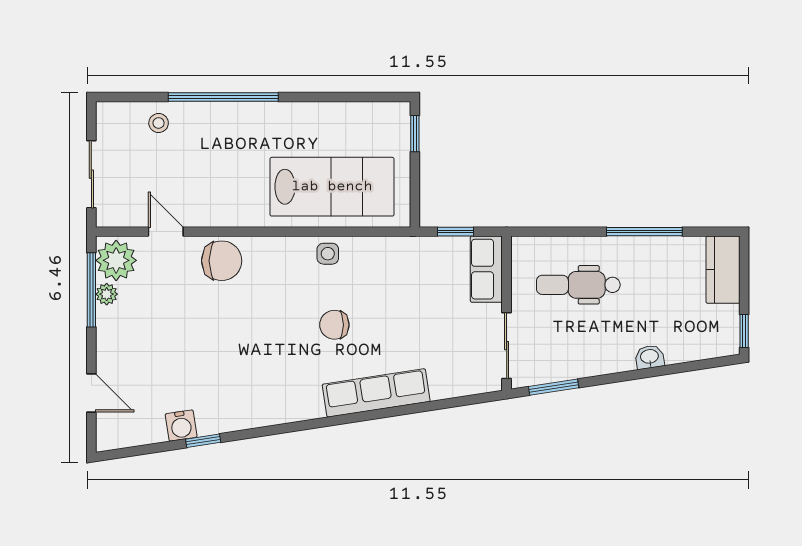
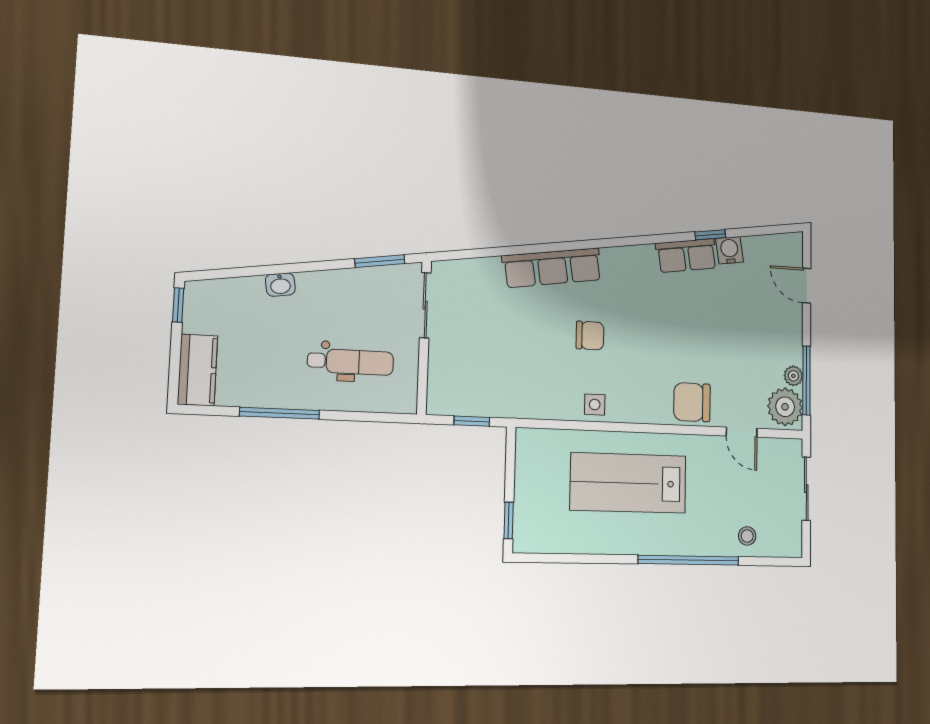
lab bench: (332, 187) -> (628, 483), moved
row of seats: (486, 269) -> (686, 256), moved, turned 81

